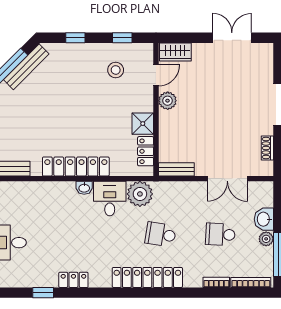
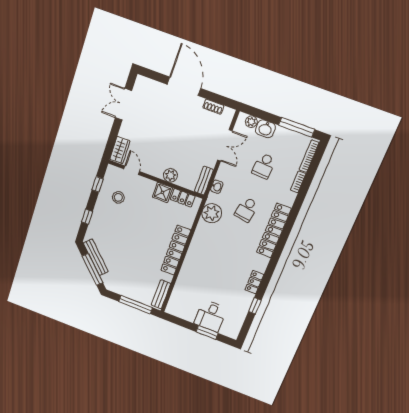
plant: (168, 101) -> (170, 175), moved
washbasin: (84, 188) -> (217, 187), moved
desk: (110, 199) -> (207, 236), removed
plant: (266, 239) -> (251, 122), moved

